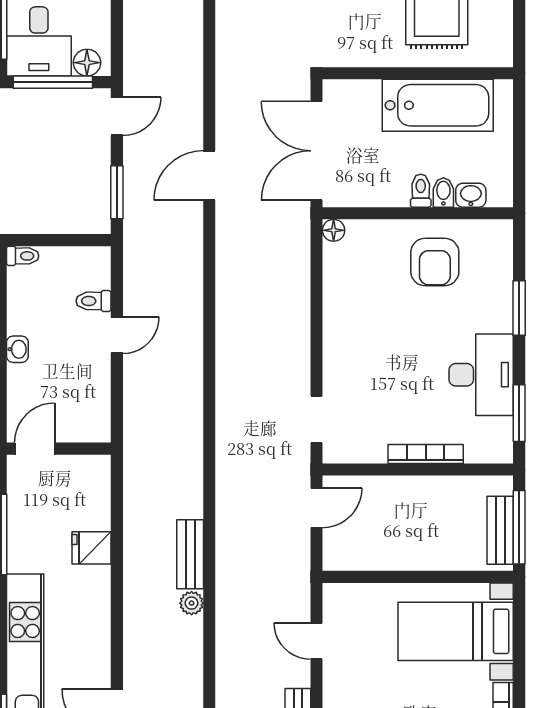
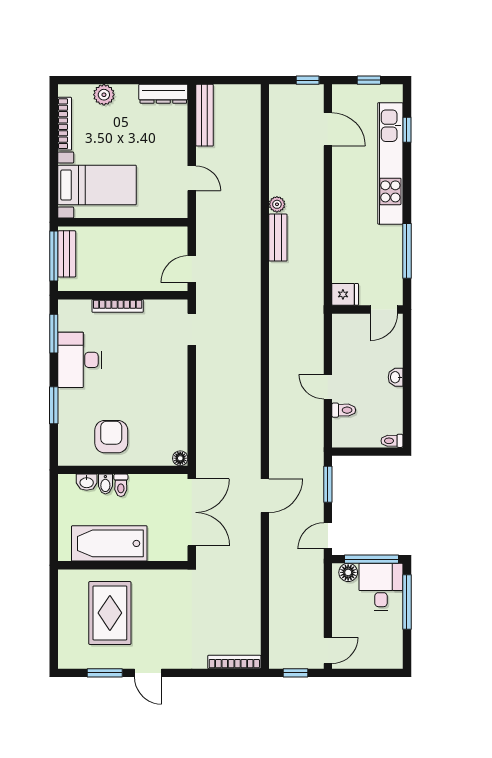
door: (117, 335) -> (328, 387), hinge flipped
fridge: (92, 548) -> (345, 294), moved

